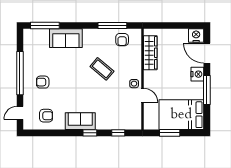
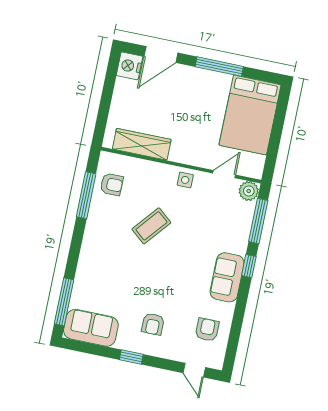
sofa: (66, 38) -> (91, 328), moved, turned -90
window: (20, 73) -> (131, 357), width x0.32
nightstand: (197, 74) -> (191, 76), removed
door: (142, 95) -> (224, 174), moved
plant: (135, 123) -> (249, 191), added
window: (118, 133) -> (258, 221), width x2.17
window: (170, 133) -> (275, 140), removed

